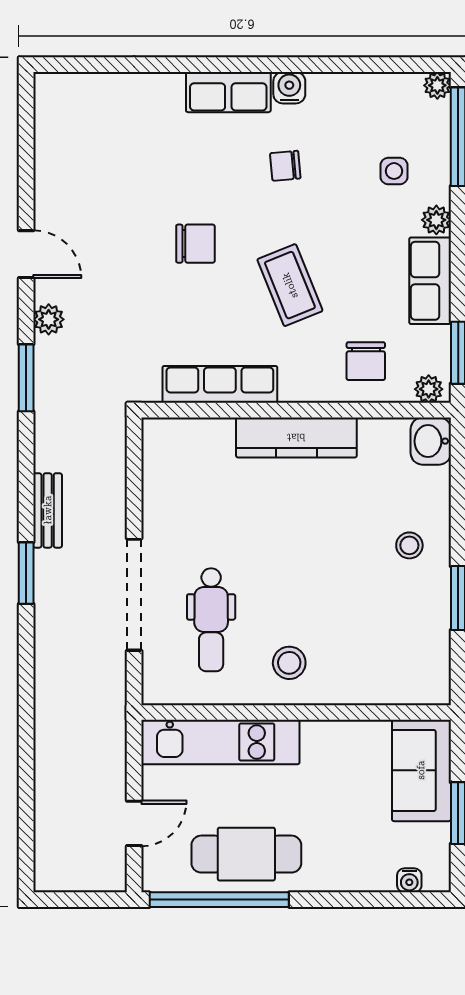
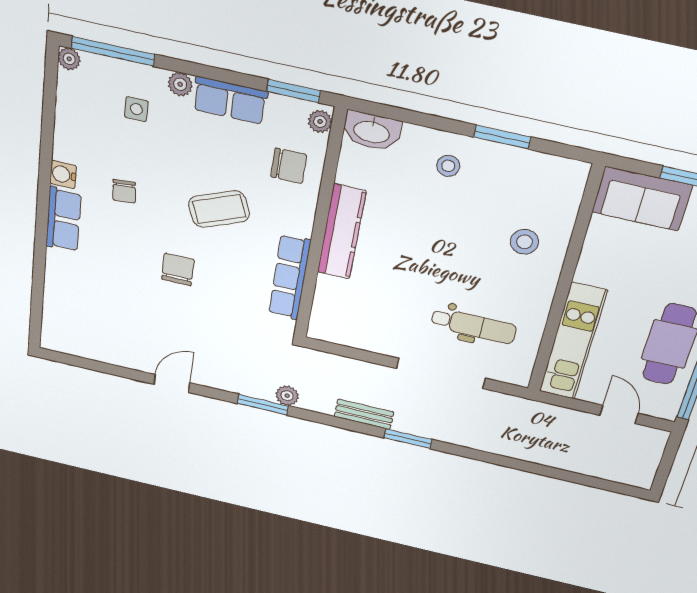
plant: (49, 319) -> (287, 396), moved
washbasin: (431, 441) -> (372, 131), width x1.38
stool: (289, 663) -> (524, 242), moved

